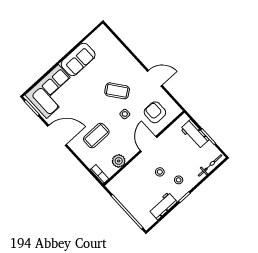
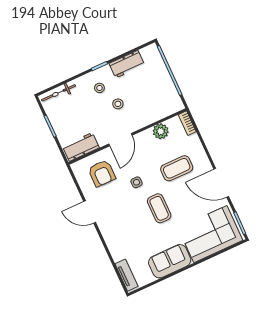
tv unit: (109, 37) -> (127, 275), added
coffee table: (117, 91) -> (159, 208), moved, turned 37
workbench: (195, 134) -> (81, 147), moved, turned -90

